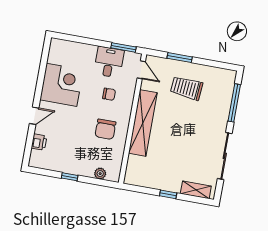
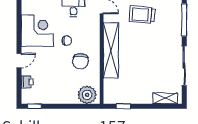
chair: (109, 94) -> (67, 41), moved
plant: (100, 174) -> (87, 95), width x1.87, depth x1.87
window: (70, 177) -> (35, 106), moved
window: (168, 194) -> (123, 106), moved

